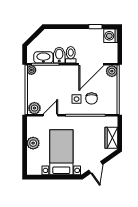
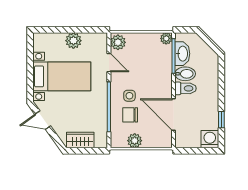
plant: (112, 71) -> (135, 141), moved

